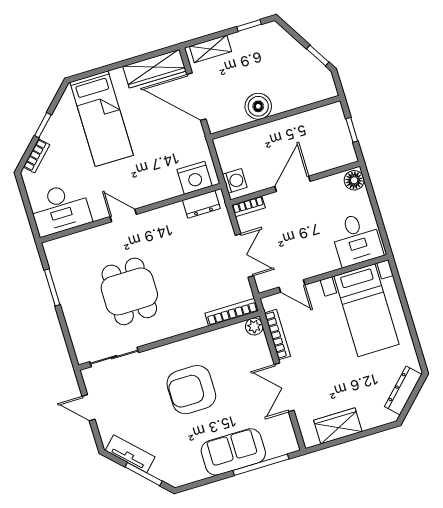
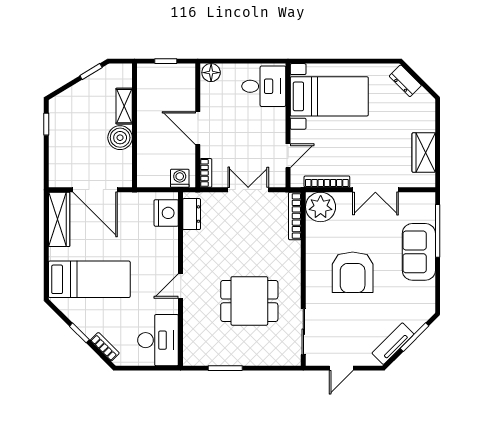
shelving: (210, 49) -> (124, 106), moved
door: (196, 97) -> (95, 190), hinge flipped
plant: (254, 326) -> (321, 207), width x1.88, depth x1.88
dresser: (403, 390) -> (405, 81), width x0.70

